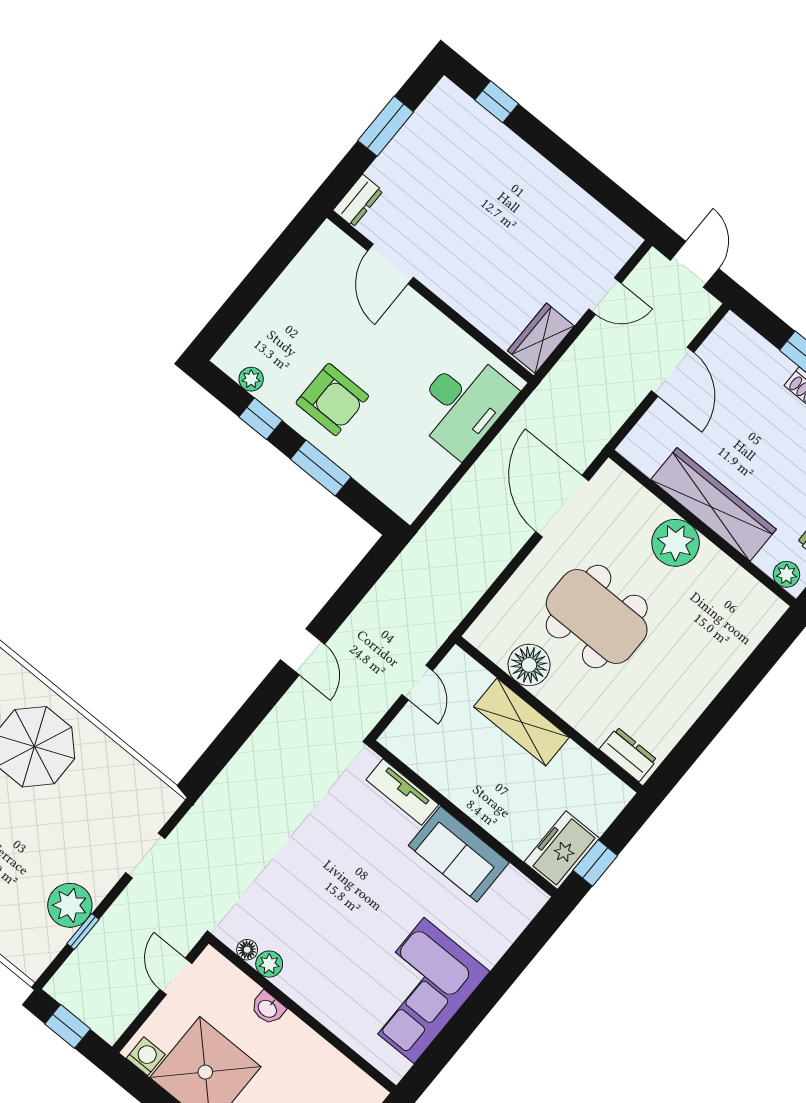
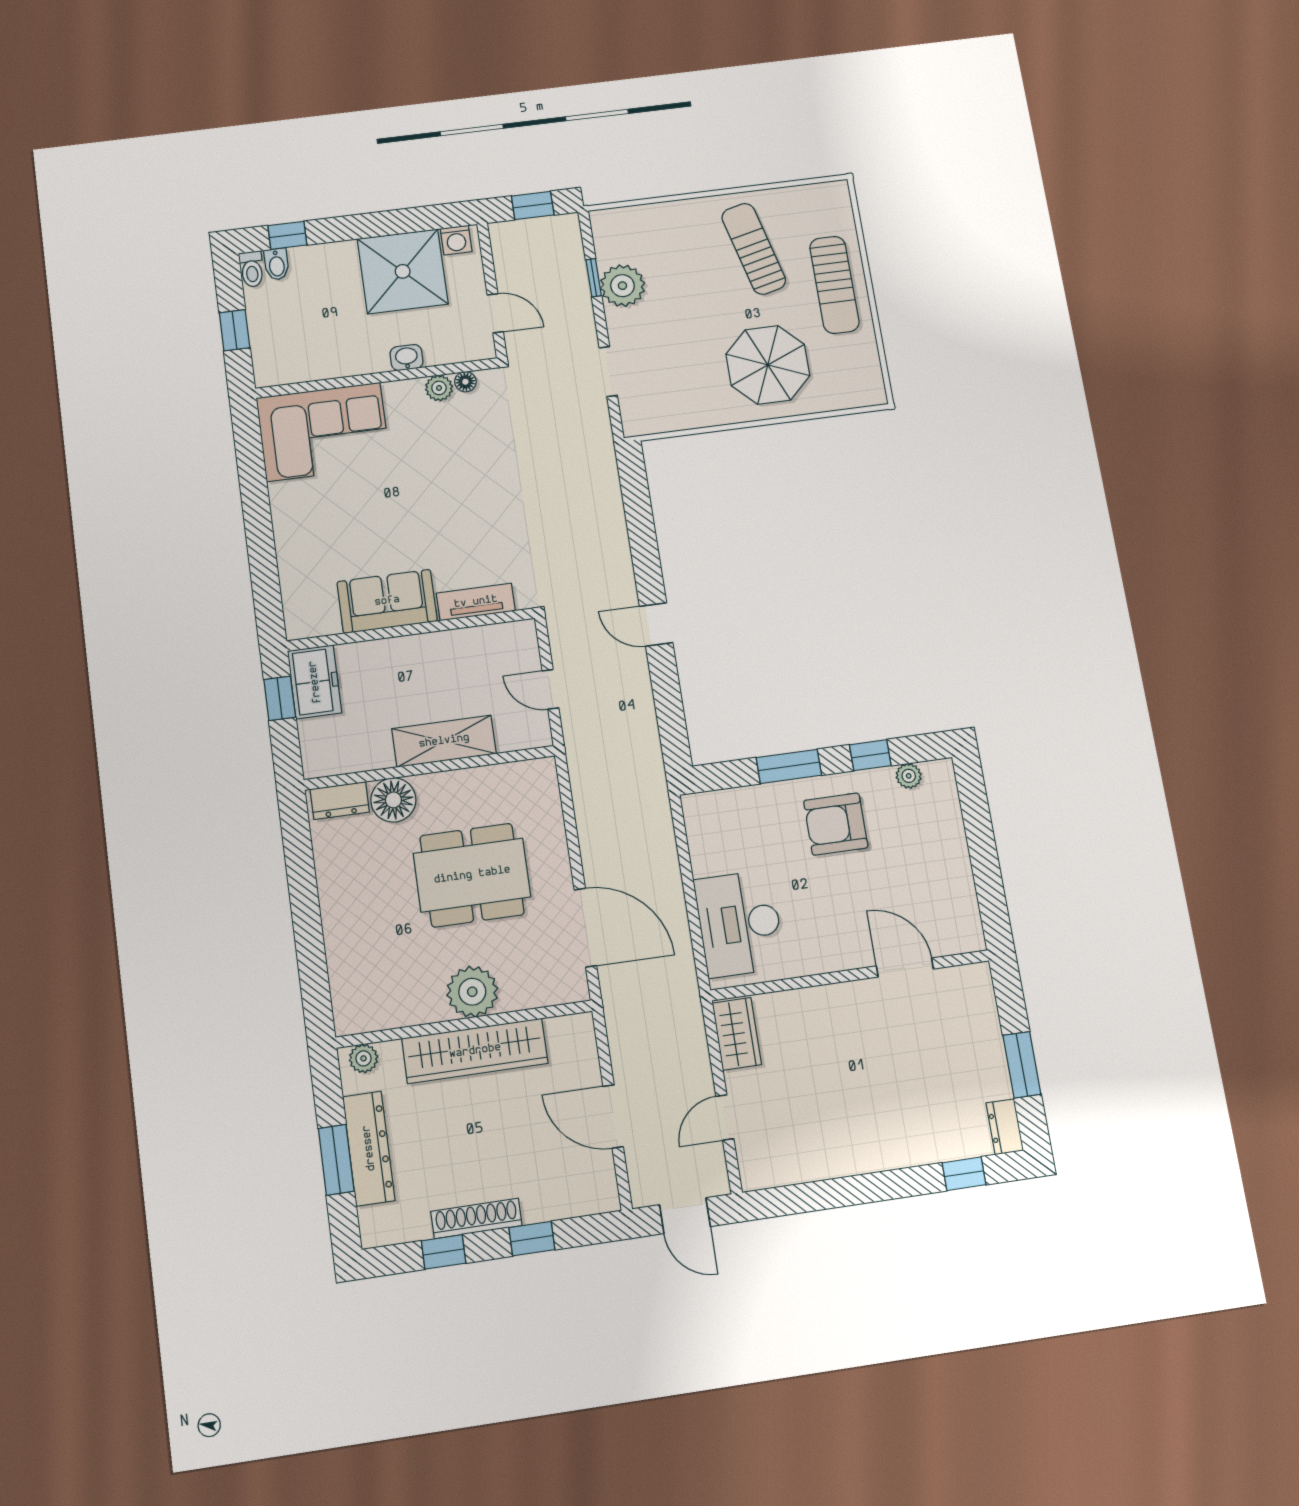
dresser: (358, 201) -> (1005, 1127), moved
floor lamp: (529, 665) -> (393, 800), moved
corner sofa: (419, 991) -> (323, 432), moved, turned 90

